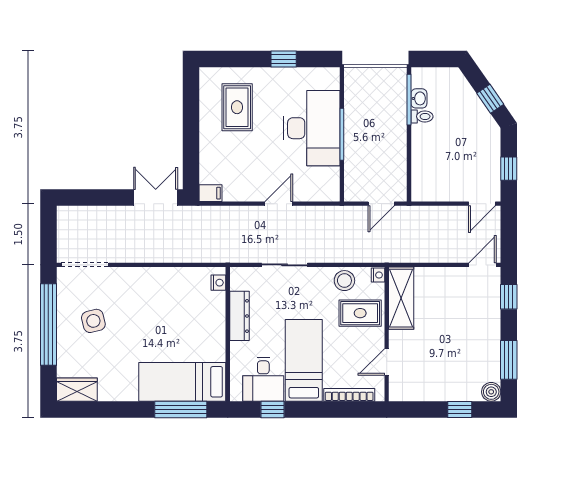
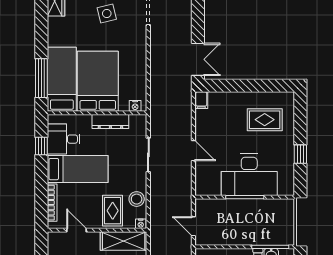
bed: (185, 333) -> (98, 81), added

